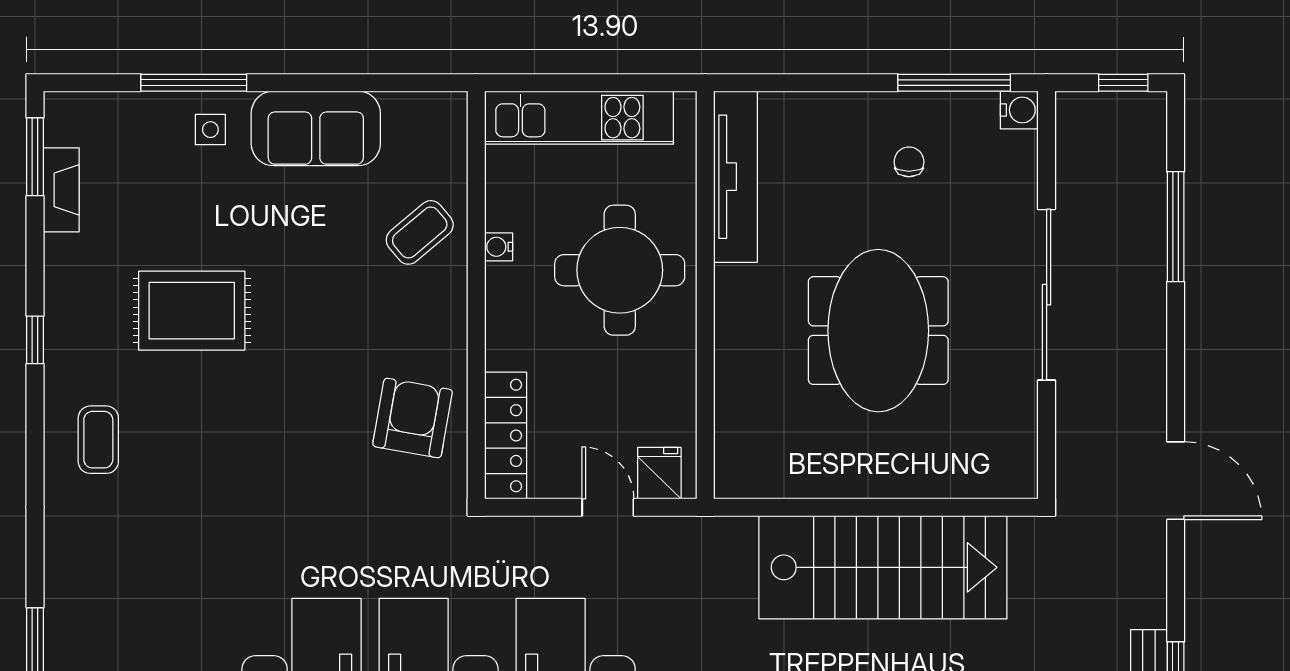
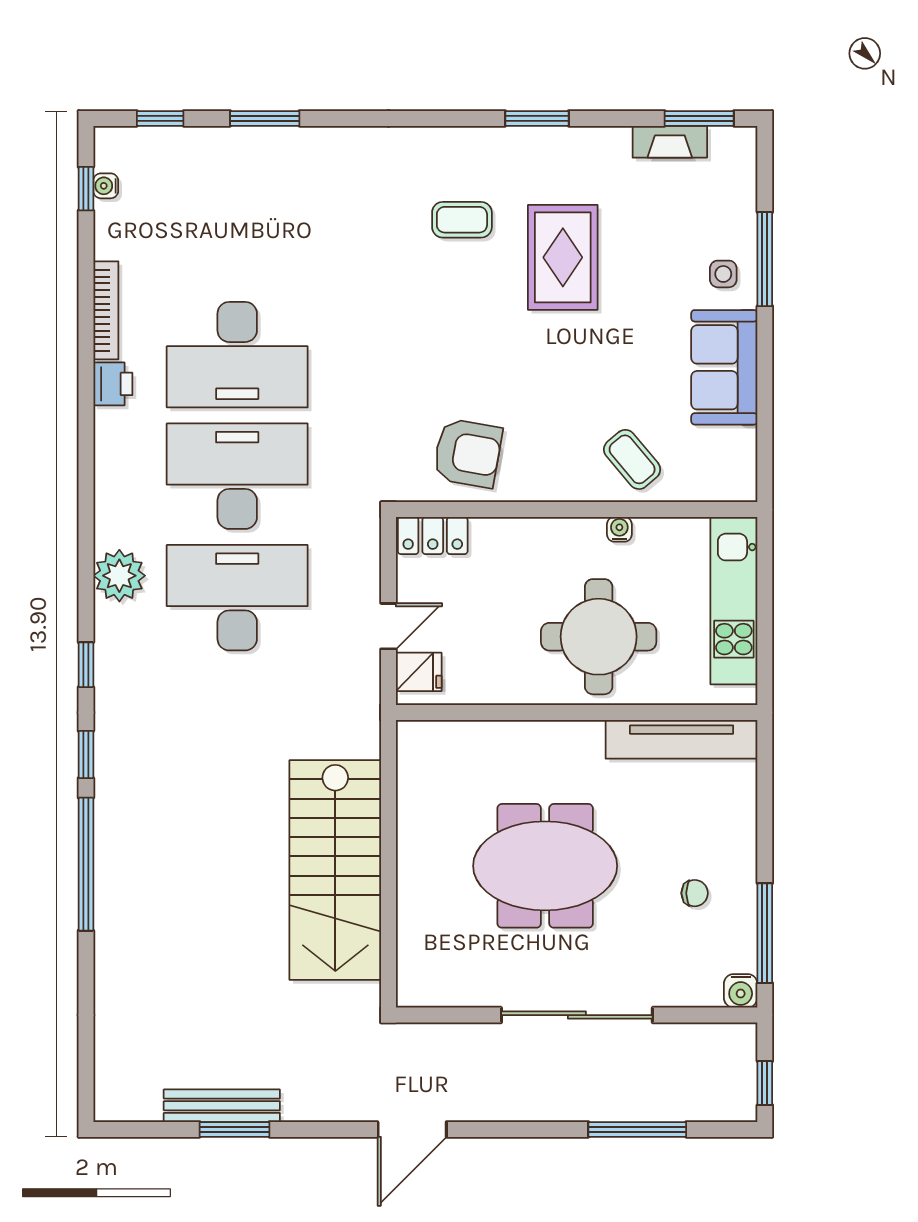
window: (35, 340) -> (537, 118), width x1.50
locker: (506, 436) -> (433, 536), width x0.66
coffee table: (98, 440) -> (462, 220), moved

